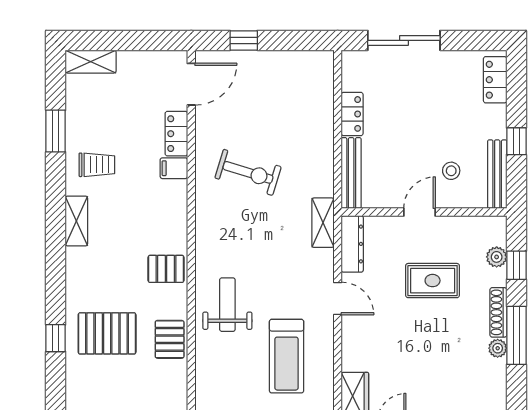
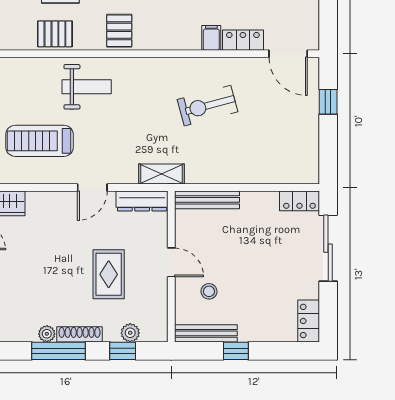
locker: (495, 80) -> (309, 321), moved, turned -90
locker: (352, 114) -> (299, 201), moved
exercise bike: (248, 172) -> (207, 106), turned 58

